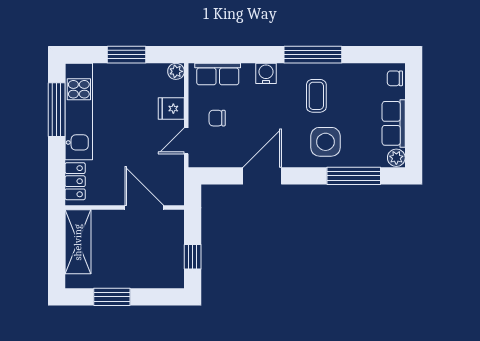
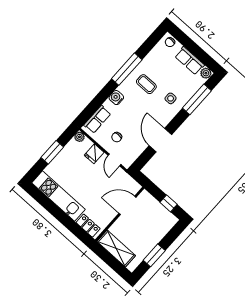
window: (57, 110) -> (49, 205), removed
side table: (325, 142) -> (171, 98), width x0.54, depth x0.54

